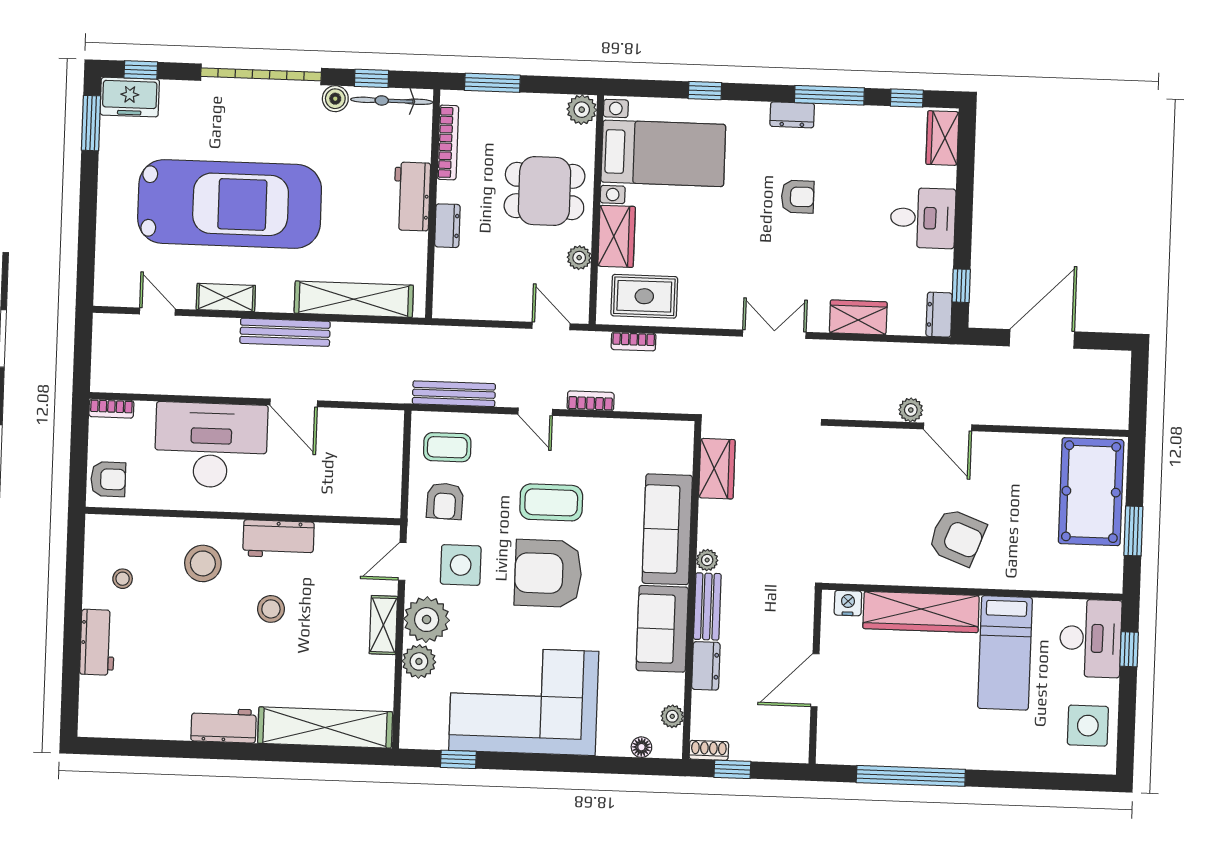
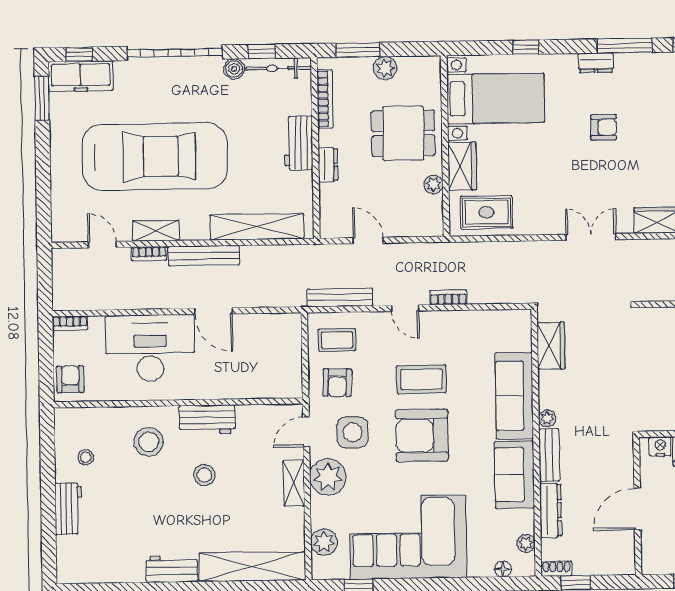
freezer: (130, 97) -> (81, 76), width x1.40
plant: (582, 110) -> (385, 68), moved
door: (551, 326) -> (368, 240), moved
bookcase: (634, 341) -> (149, 254), moved
armchair: (108, 479) -> (70, 379), turned -90
plant: (419, 661) -> (324, 542), moved
dresser: (706, 666) -> (551, 510), width x1.44

